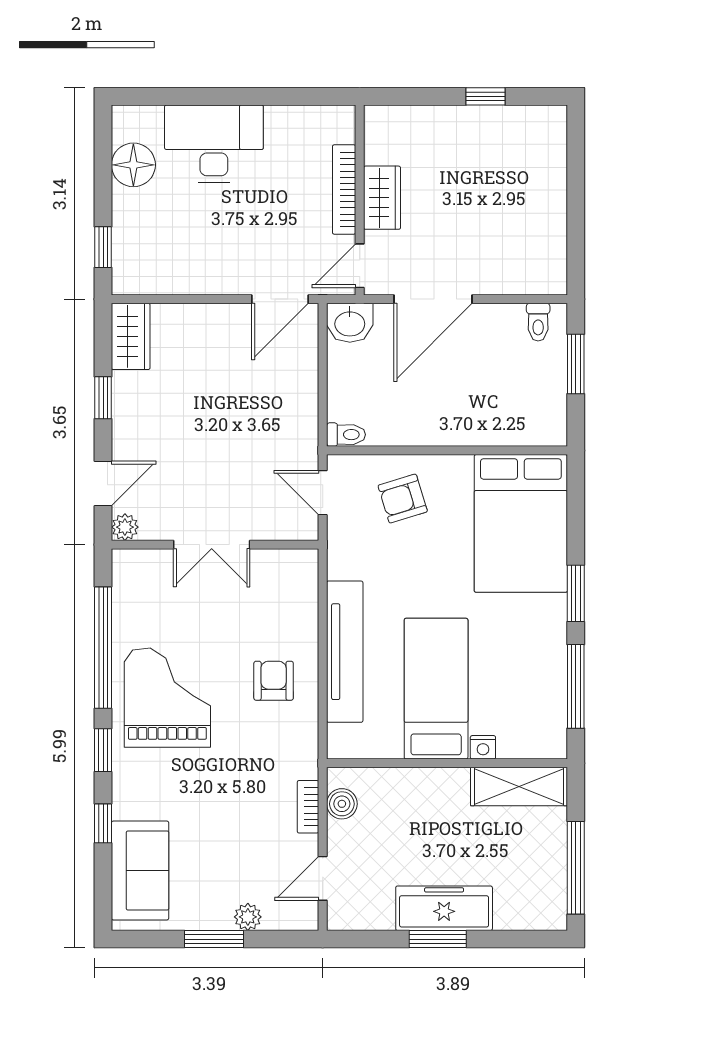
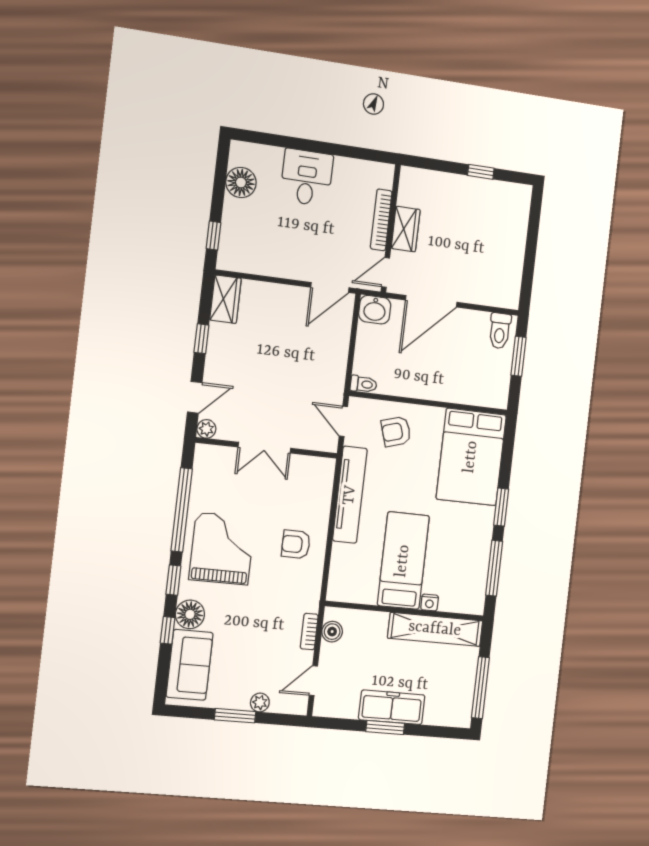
desk: (214, 143) -> (307, 177), width x0.73
toilet: (538, 322) -> (500, 331), width x1.37, depth x1.39
tv unit: (345, 652) -> (350, 495), moved
armchair: (274, 681) -> (296, 544), turned -90
shelving: (519, 787) -> (435, 629), width x1.47
floor lamp: (132, 797) -> (190, 614), added

